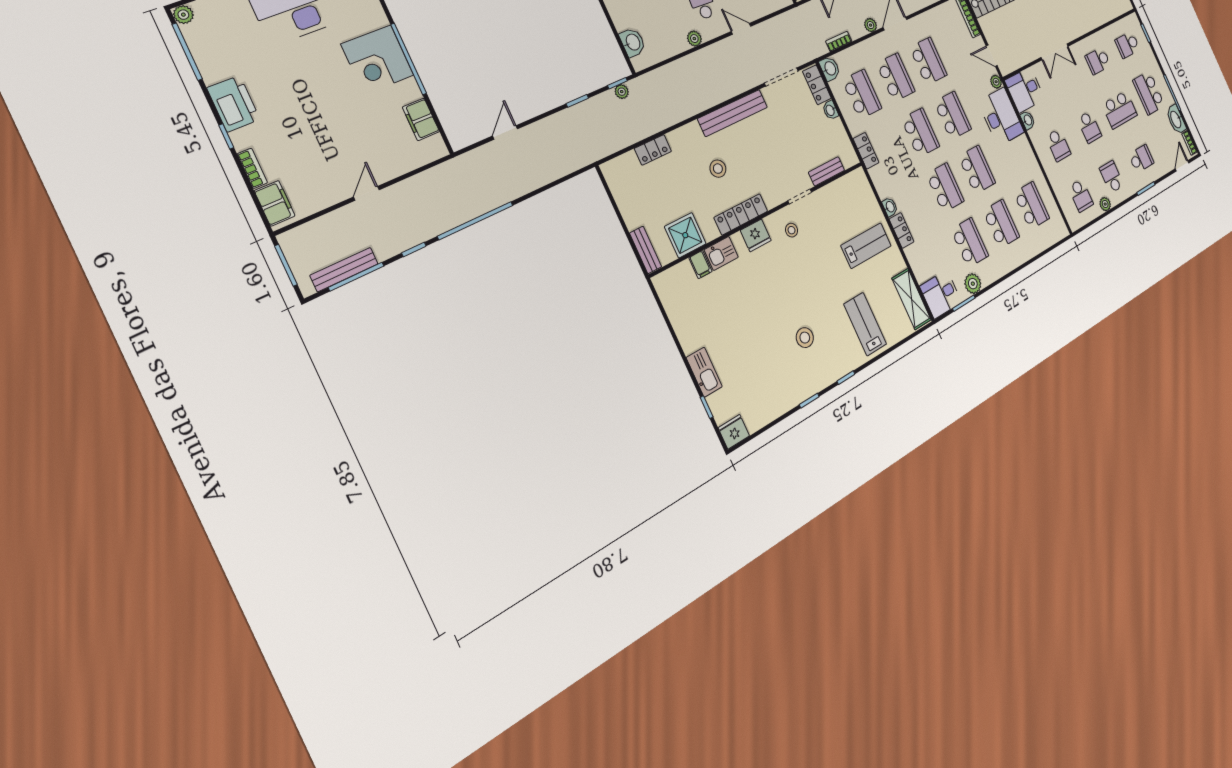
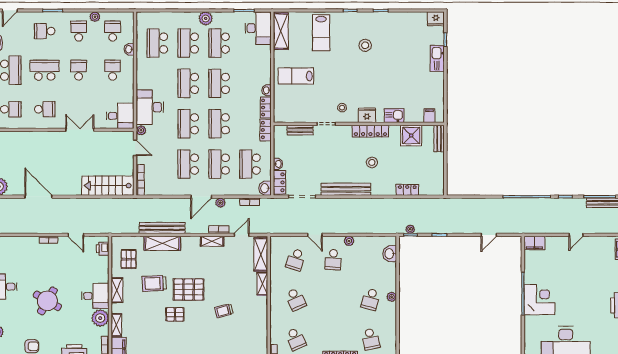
filing cabinet: (421, 119) -> (534, 243), moved, turned 90
washbasin: (1028, 120) -> (129, 49), moved
school desk: (1112, 177) -> (79, 31), turned 180
locker: (902, 230) -> (266, 107), moved
filing cabinet: (700, 265) -> (429, 116), moved
plant: (973, 284) -> (206, 18), moved
desk: (941, 294) -> (258, 28), width x1.37

